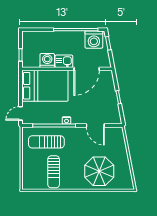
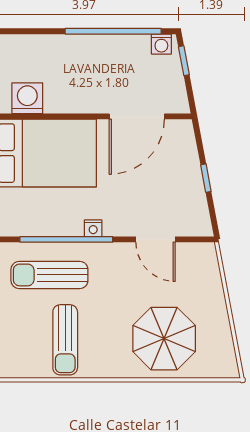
washing machine: (94, 40) -> (161, 44), width x0.53, depth x0.53
washing machine: (47, 60) -> (27, 98), moved
kitchen sink: (64, 61) -> (88, 100), removed

